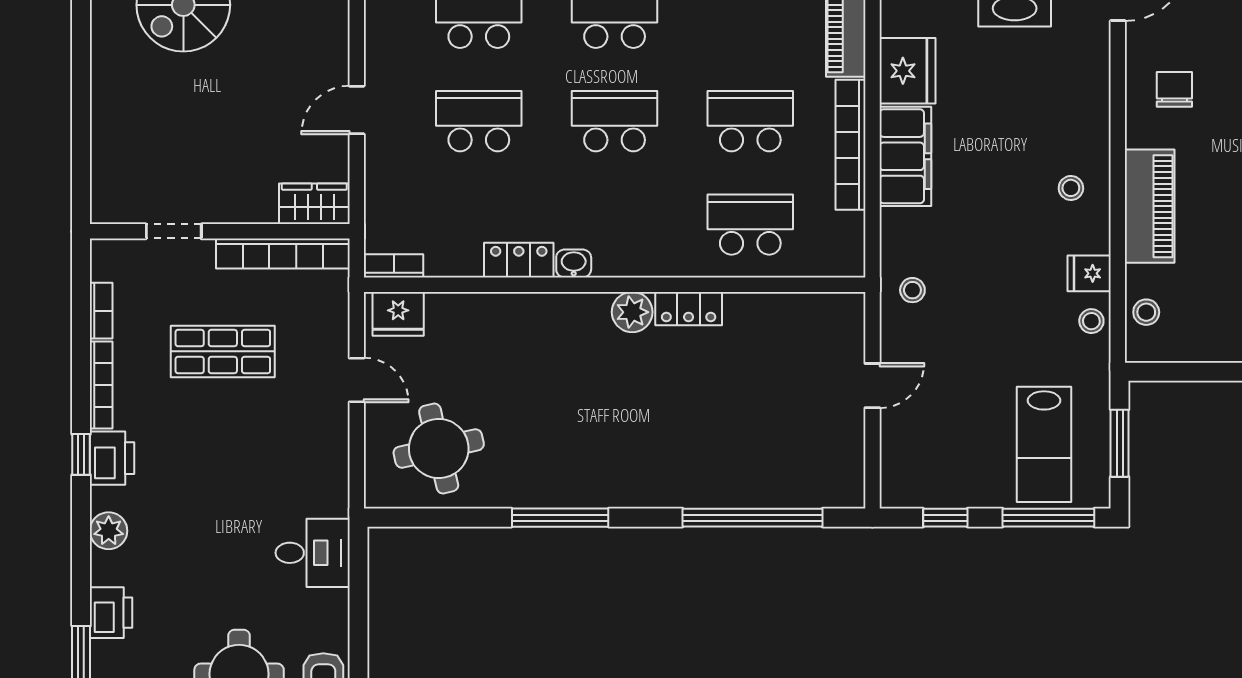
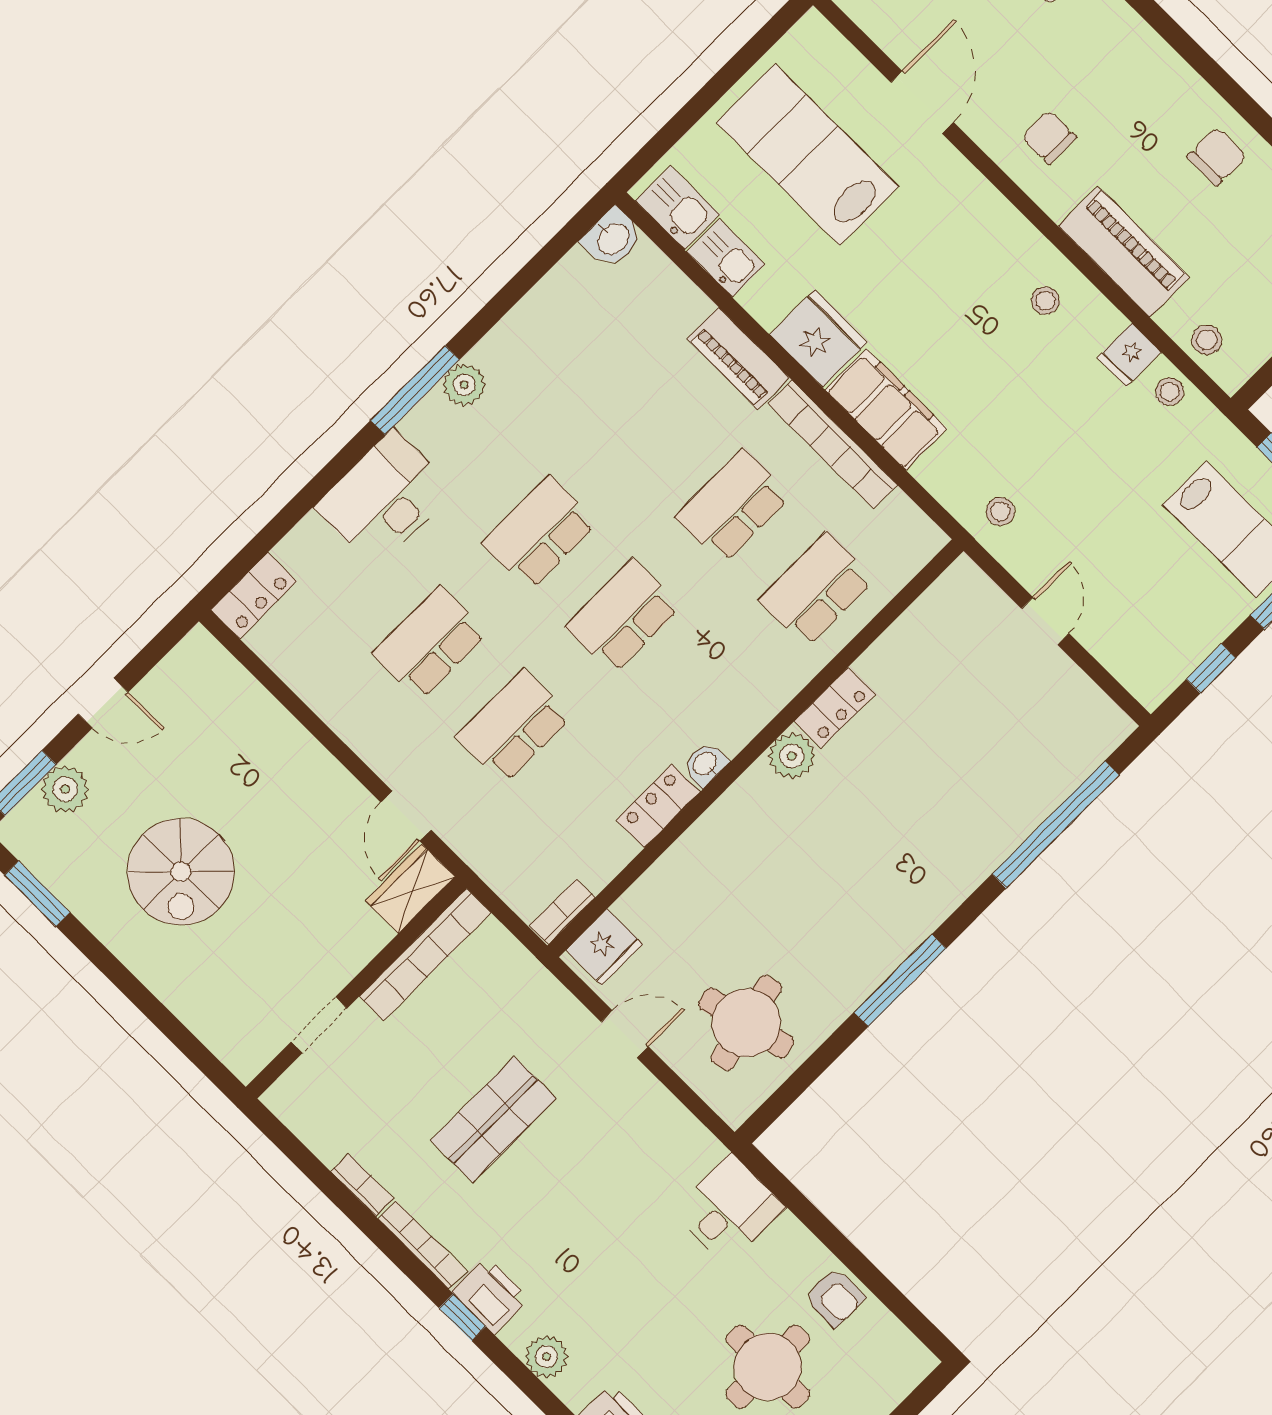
wardrobe: (314, 204) -> (410, 889), moved
doorway: (174, 231) -> (319, 1025), moved
wall: (220, 231) -> (356, 988), moved
bookcase: (283, 254) -> (425, 954), moved

